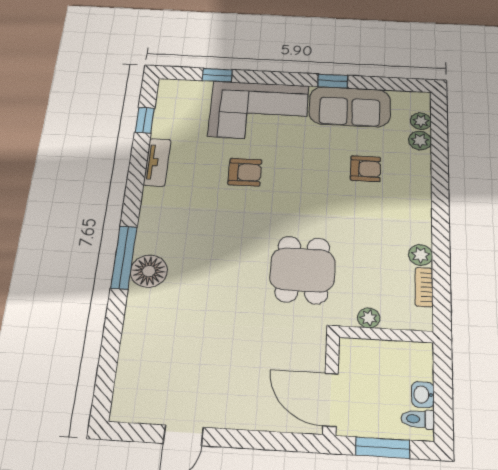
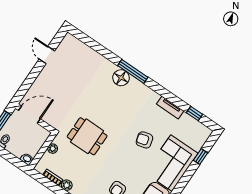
armchair: (245, 172) -> (144, 140), turned 75
washbasin: (423, 395) -> (27, 159), moved

